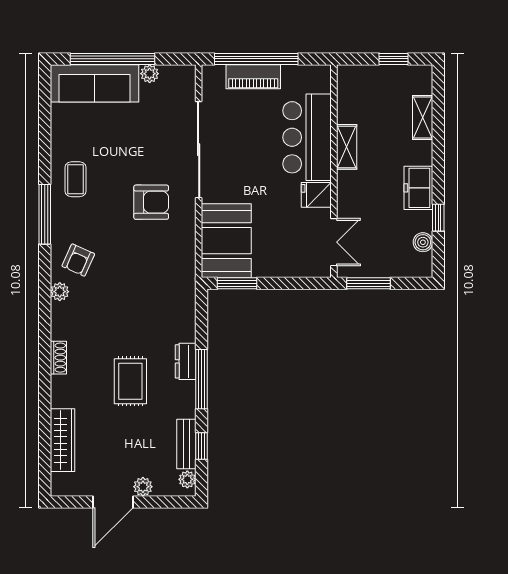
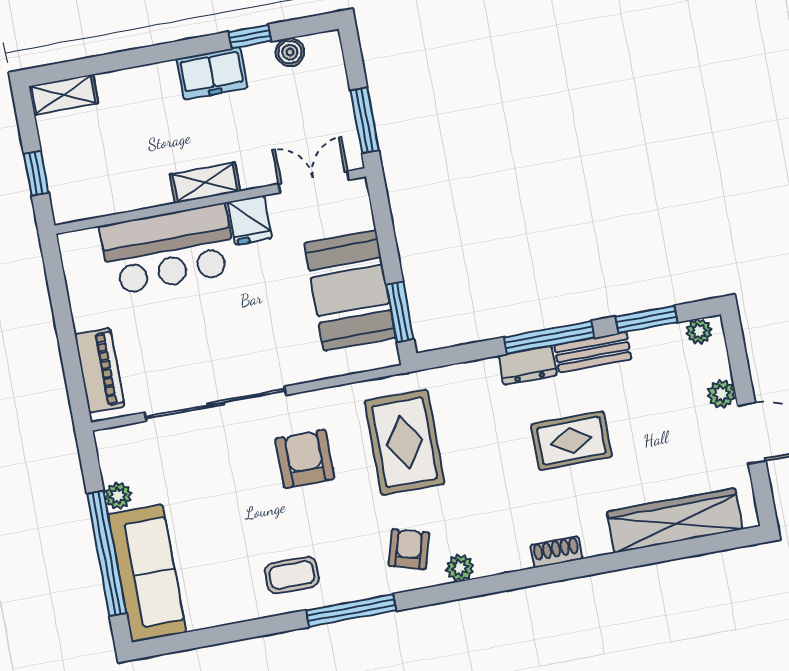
window: (256, 59) -> (68, 344), removed
window: (394, 59) -> (36, 173), moved
piano: (253, 77) -> (99, 370), moved
shelving: (423, 117) -> (63, 95), moved
shelving: (347, 147) -> (205, 183), moved
booth: (226, 241) -> (350, 290), moved, turned 90
armchair: (78, 260) -> (409, 549), turned -98
rug: (150, 270) -> (405, 442), added
wardrobe: (63, 440) -> (675, 521), width x1.40, depth x1.17
bench: (186, 444) -> (593, 352), moved
window: (202, 446) -> (646, 319), width x1.50

